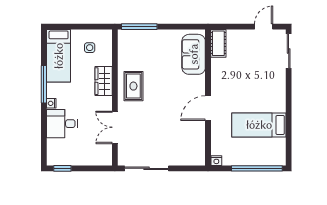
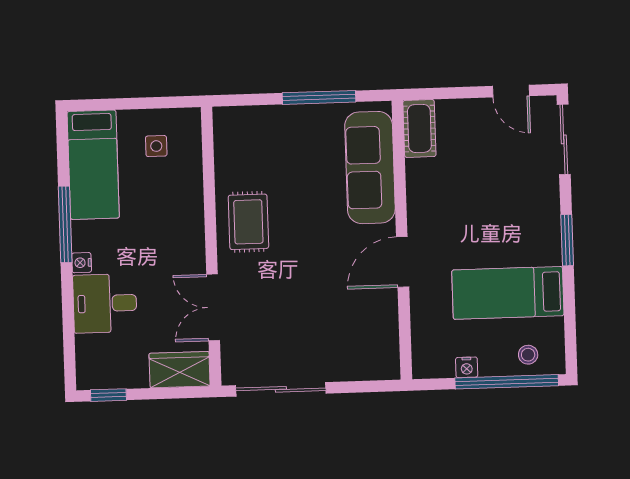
window: (139, 27) -> (319, 97), moved
door: (264, 27) -> (511, 91), swing flipped
sofa: (194, 54) -> (370, 168), width x1.36
wardrobe: (104, 81) -> (180, 370), moved, turned 90
window: (289, 100) -> (567, 240), added
stool: (268, 155) -> (528, 355), added
nightstand: (216, 161) -> (467, 367), moved

